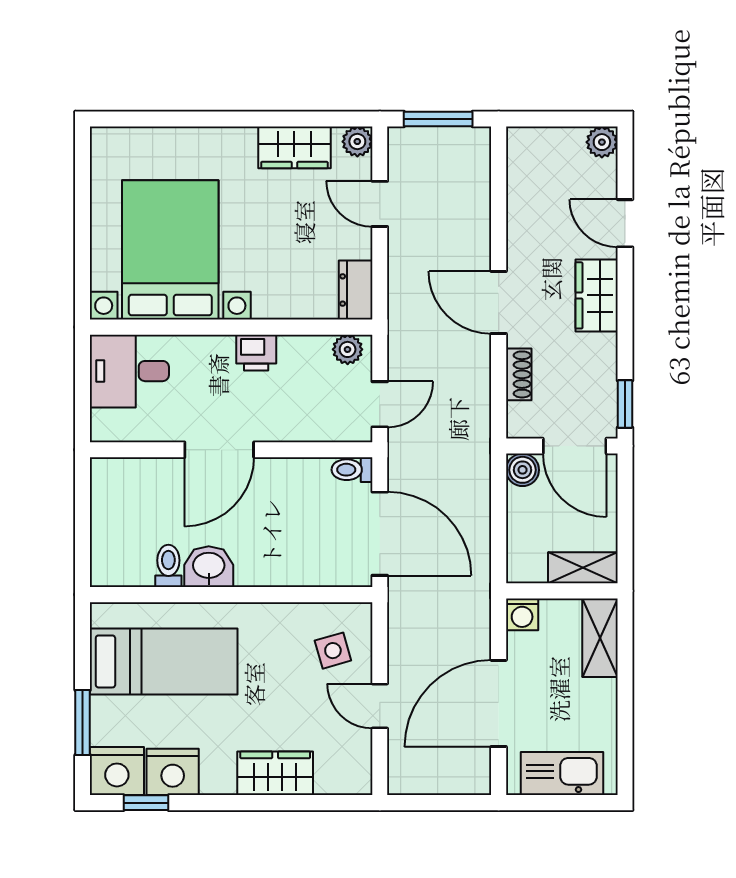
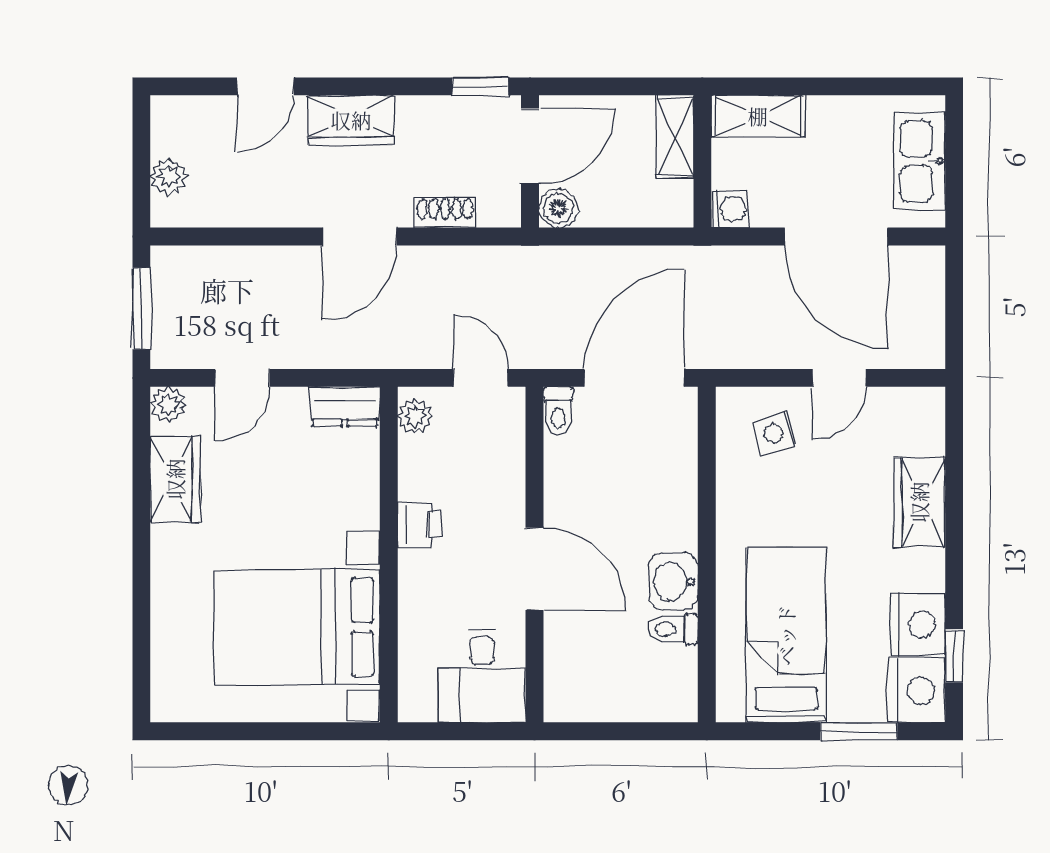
plant: (602, 142) -> (169, 177), moved
desk: (129, 371) -> (482, 676), moved

